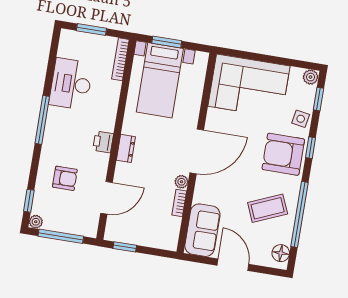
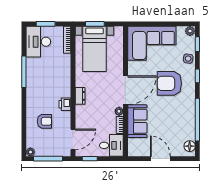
desk: (71, 84) -> (38, 42), moved
window: (42, 120) -> (24, 72), moved
printer: (103, 142) -> (65, 104), moved
armchair: (283, 154) -> (169, 83), moved
door: (107, 198) -> (73, 139), moved
window: (29, 201) -> (24, 139), removed
coffee table: (268, 208) -> (176, 119), removed
sofa: (202, 230) -> (137, 121), moved
desk: (161, 232) -> (111, 145), added

